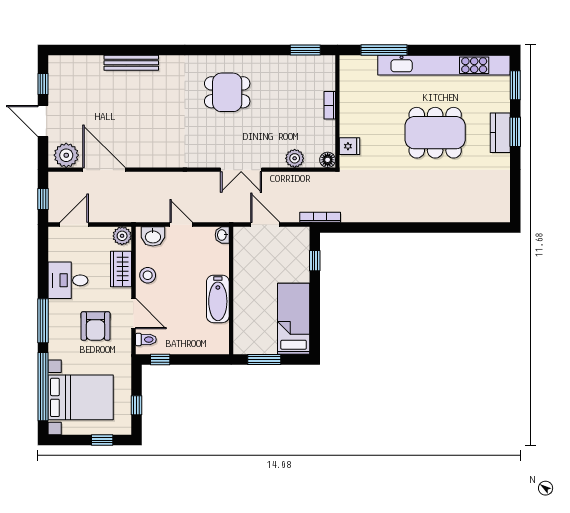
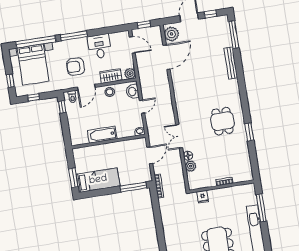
window: (84, 50) -> (234, 35), added
window: (305, 50) -> (249, 132), moved
floor lamp: (328, 160) -> (188, 156), moved
window: (315, 261) -> (133, 187), width x2.17
window: (264, 359) -> (73, 178), moved

